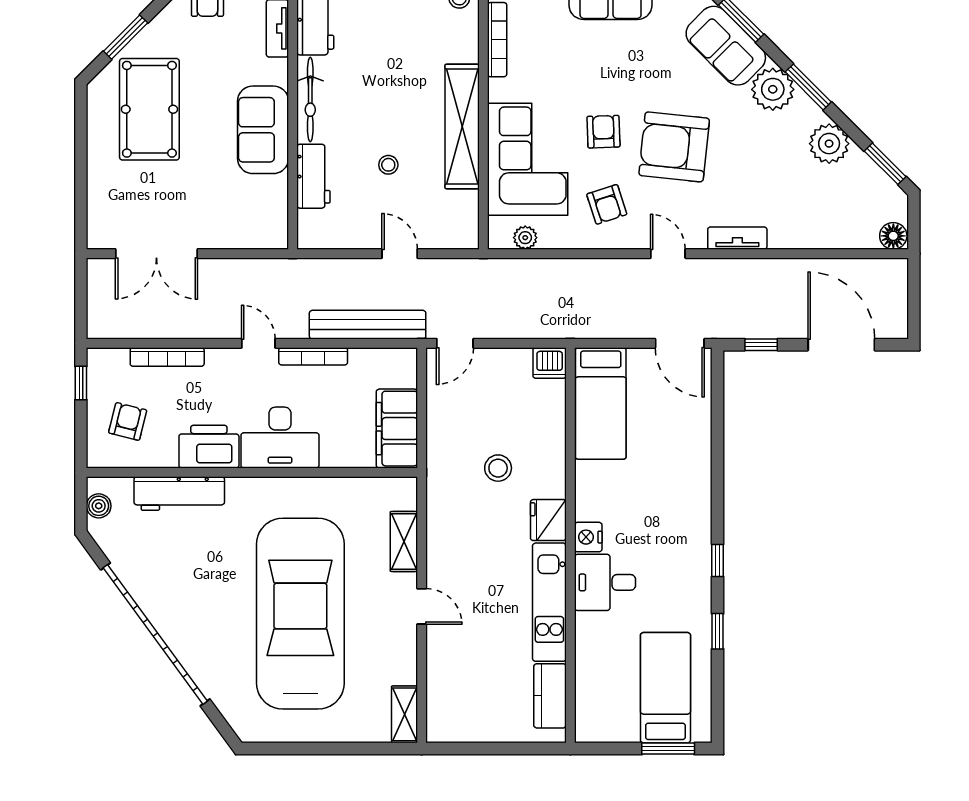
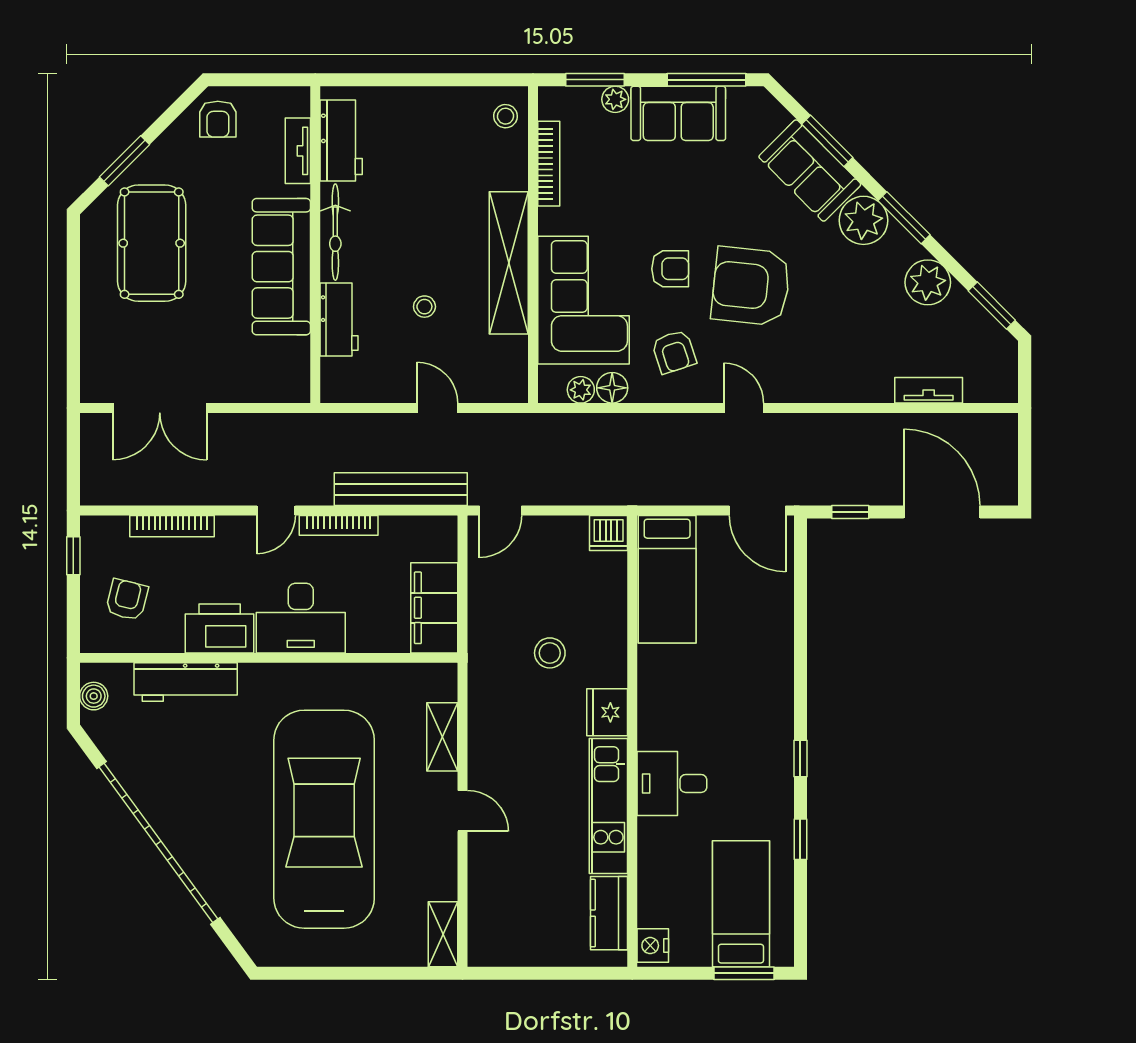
sofa: (263, 130) -> (281, 267), width x1.36
armchair: (603, 132) -> (670, 269), turned 92
floor lamp: (893, 236) -> (612, 388), moved
tv unit: (737, 238) -> (929, 390), moved
door: (258, 343) -> (276, 510), swing flipped
nightstand: (588, 537) -> (653, 946), moved

